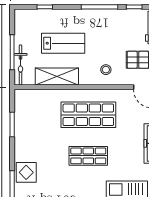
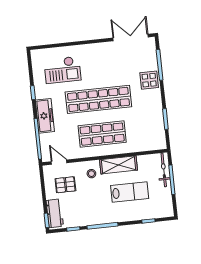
lab bench: (63, 43) -> (130, 192), turned 180
shelving: (57, 76) -> (118, 165), moved
shop shelf: (88, 156) -> (98, 99), width x2.00, depth x1.36

